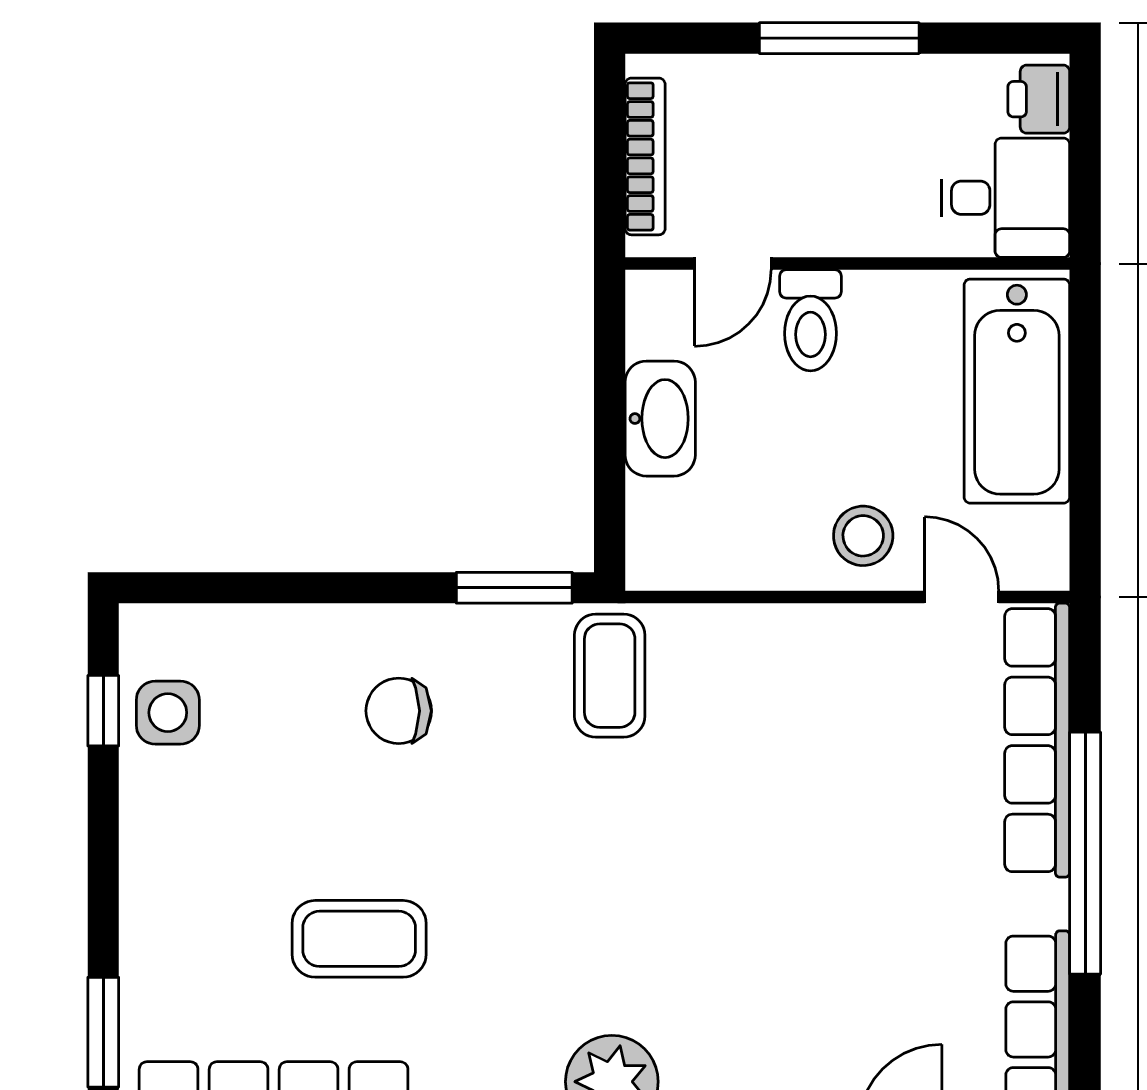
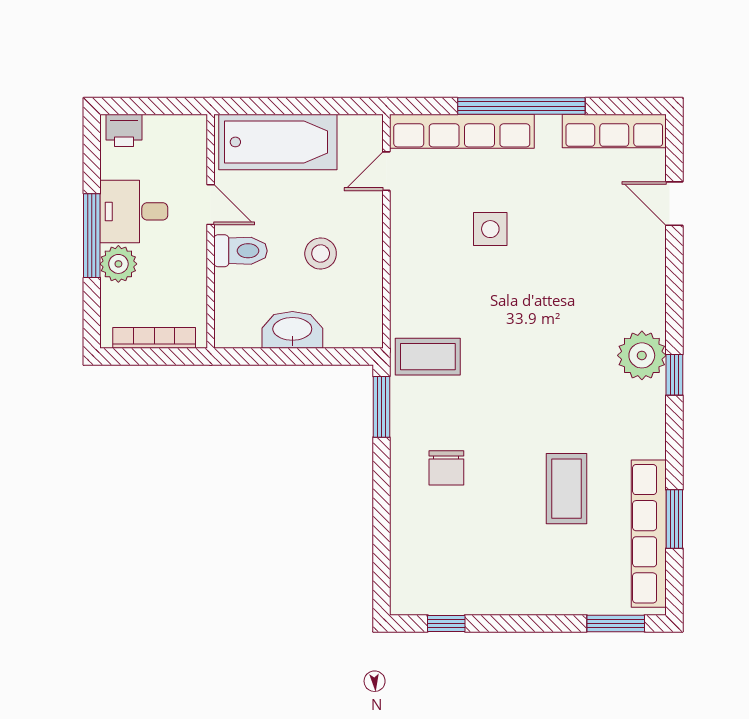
plant: (785, 89) -> (118, 264), added
desk: (1005, 198) -> (134, 211), moved, turned -90
door: (733, 264) -> (211, 205), moved
stool: (863, 536) -> (321, 254), moved
side table: (168, 713) -> (490, 229), moved

